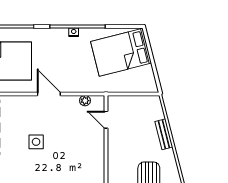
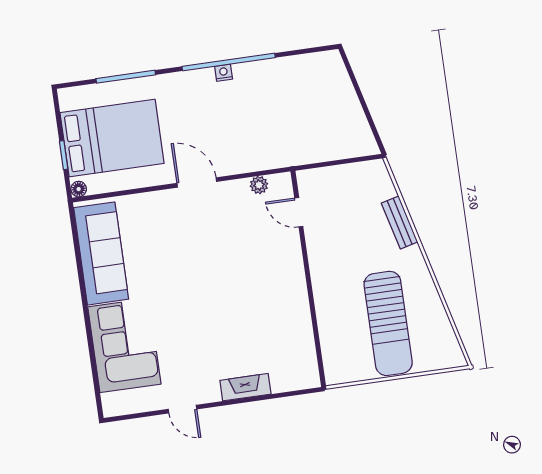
bed: (121, 52) -> (308, 95), removed
side table: (36, 142) -> (187, 266), removed

